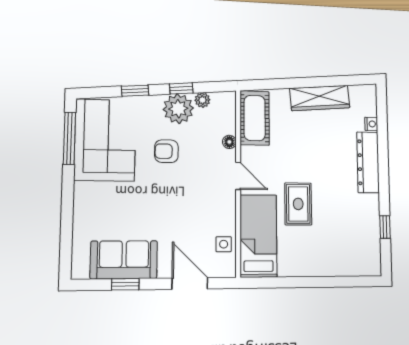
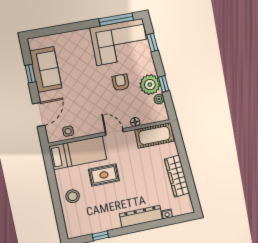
window: (135, 91) -> (152, 42), moved
door: (238, 176) -> (114, 132), swing flipped
stool: (321, 256) -> (73, 196), added

